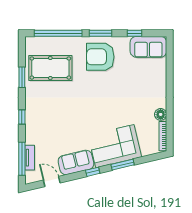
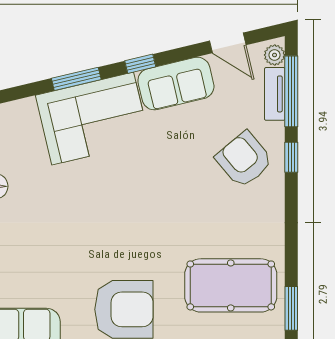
window: (22, 77) -> (291, 308), moved
window: (22, 117) -> (291, 157), moved
armchair: (44, 127) -> (244, 160), added
plant: (30, 176) -> (275, 55), added

